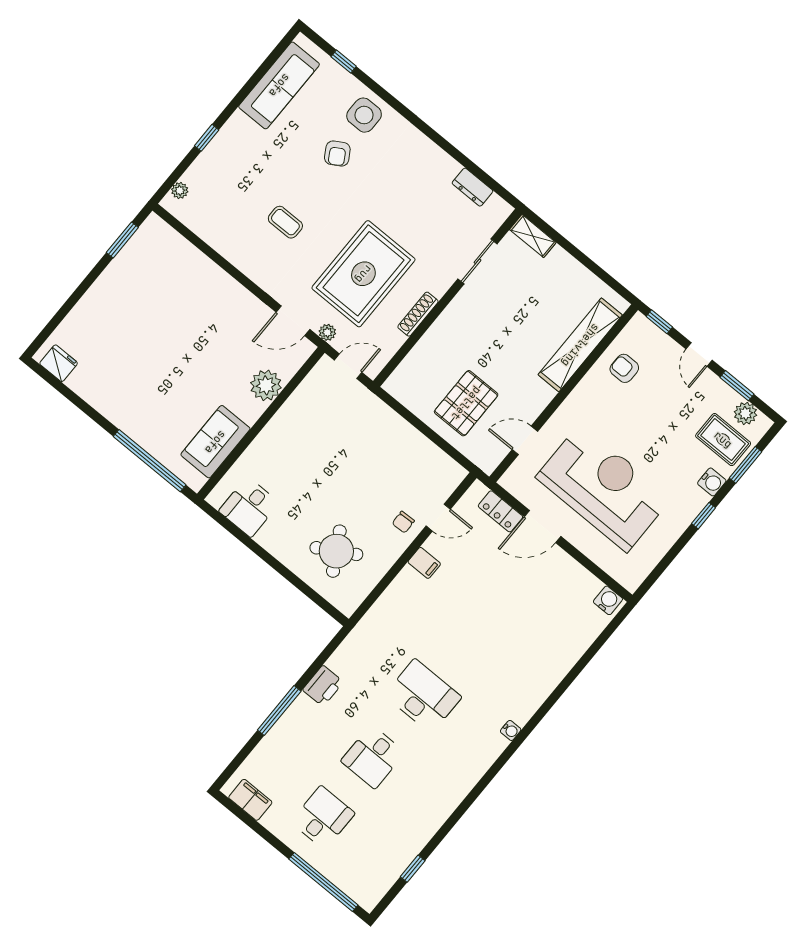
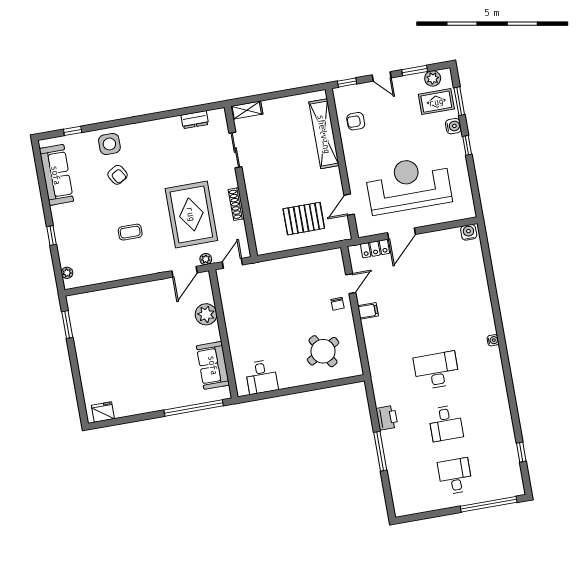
pallet: (466, 403) -> (304, 219), turned 90
filing cabinet: (250, 800) -> (414, 506), removed

